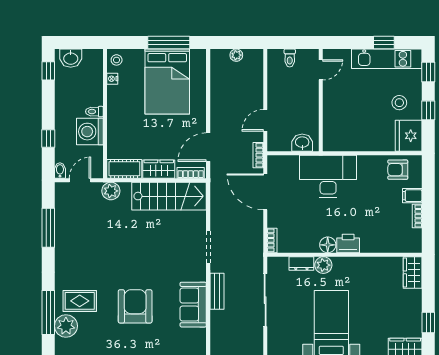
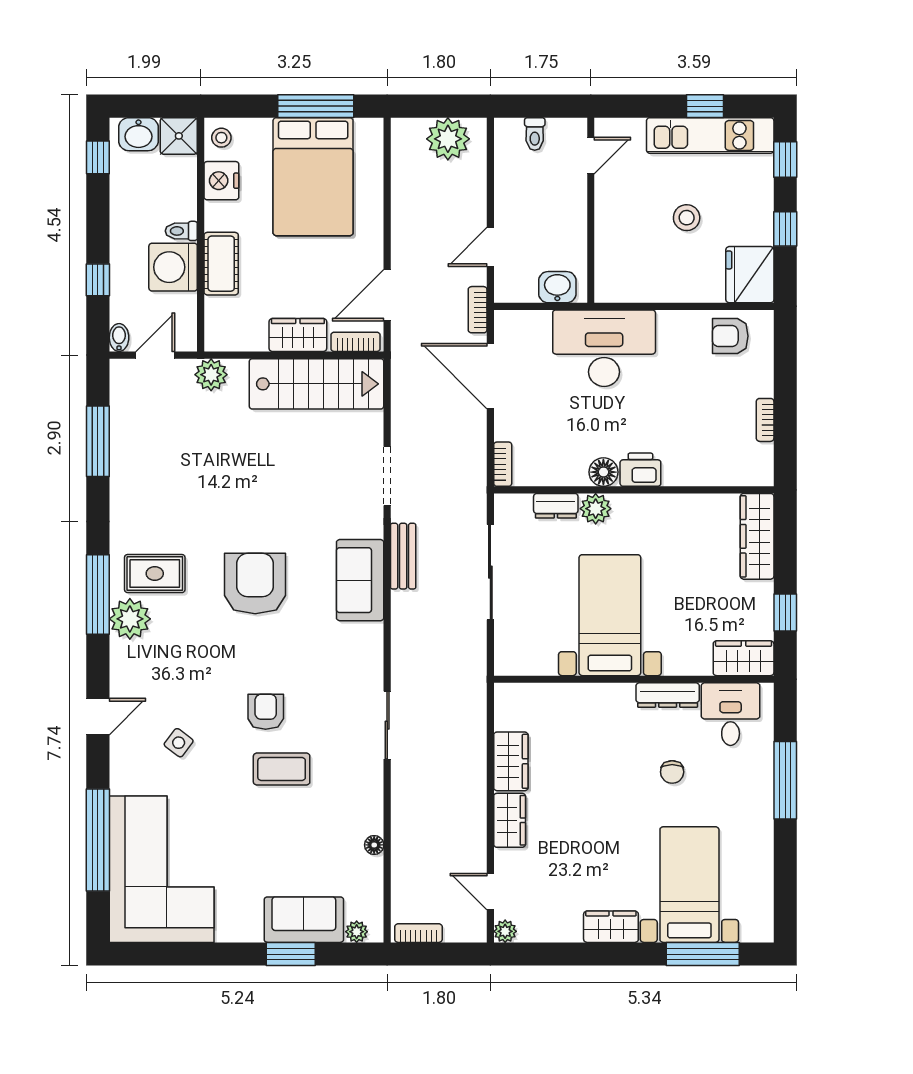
plant: (236, 55) -> (448, 139), width x1.88, depth x1.88
shower: (93, 59) -> (179, 136), added
nightstand: (112, 79) -> (221, 181), width x1.89, depth x1.79
stool: (399, 103) -> (687, 218), moved
cot: (124, 169) -> (221, 264), moved, turned 90
filing cabinet: (412, 196) -> (756, 383), removed
wardrobe: (413, 272) -> (757, 536), width x1.50

